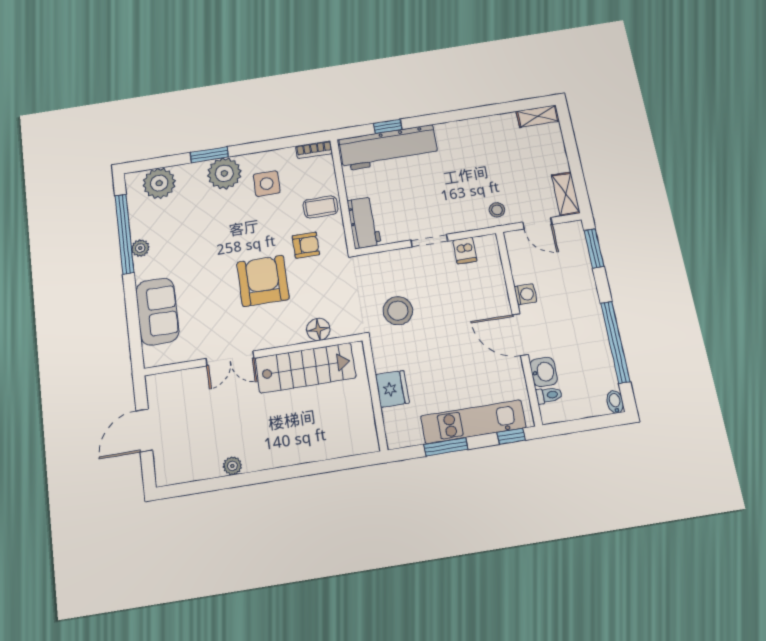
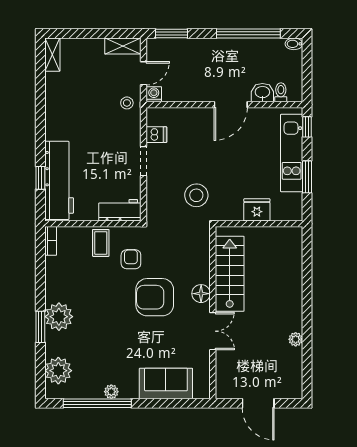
side table: (267, 184) -> (73, 283), removed
washing machine: (525, 294) -> (154, 94), moved
floor lamp: (318, 329) -> (201, 294), moved

